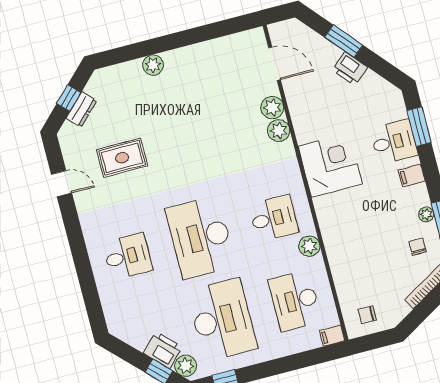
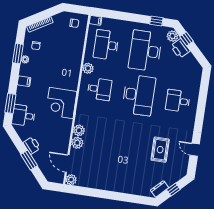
plant: (153, 65) -> (71, 180), moved
dresser: (81, 109) -> (160, 189), moved
desk: (394, 142) -> (24, 116), moved
rug: (122, 158) -> (160, 150), turned 90
desk: (274, 218) -> (100, 89), turned 180
desk: (295, 301) -> (106, 45), turned 180

